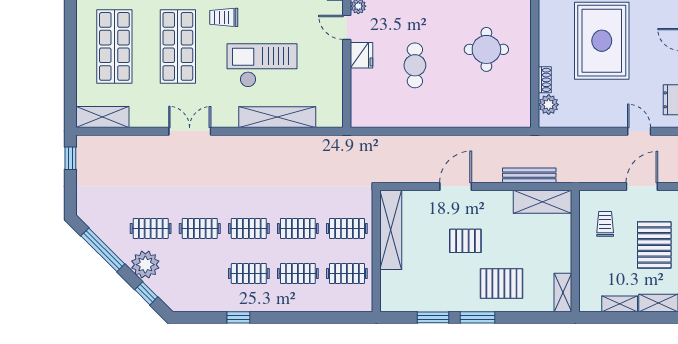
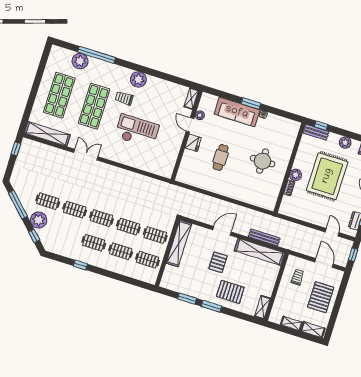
plant: (549, 105) -> (296, 175), moved
shelving: (102, 117) -> (47, 134), width x1.47
shelving: (277, 117) -> (136, 162), removed
door: (642, 186) -> (324, 263), hinge flipped
shelving: (543, 202) -> (260, 252), width x1.47
pallet: (465, 241) -> (218, 262), turned 90

